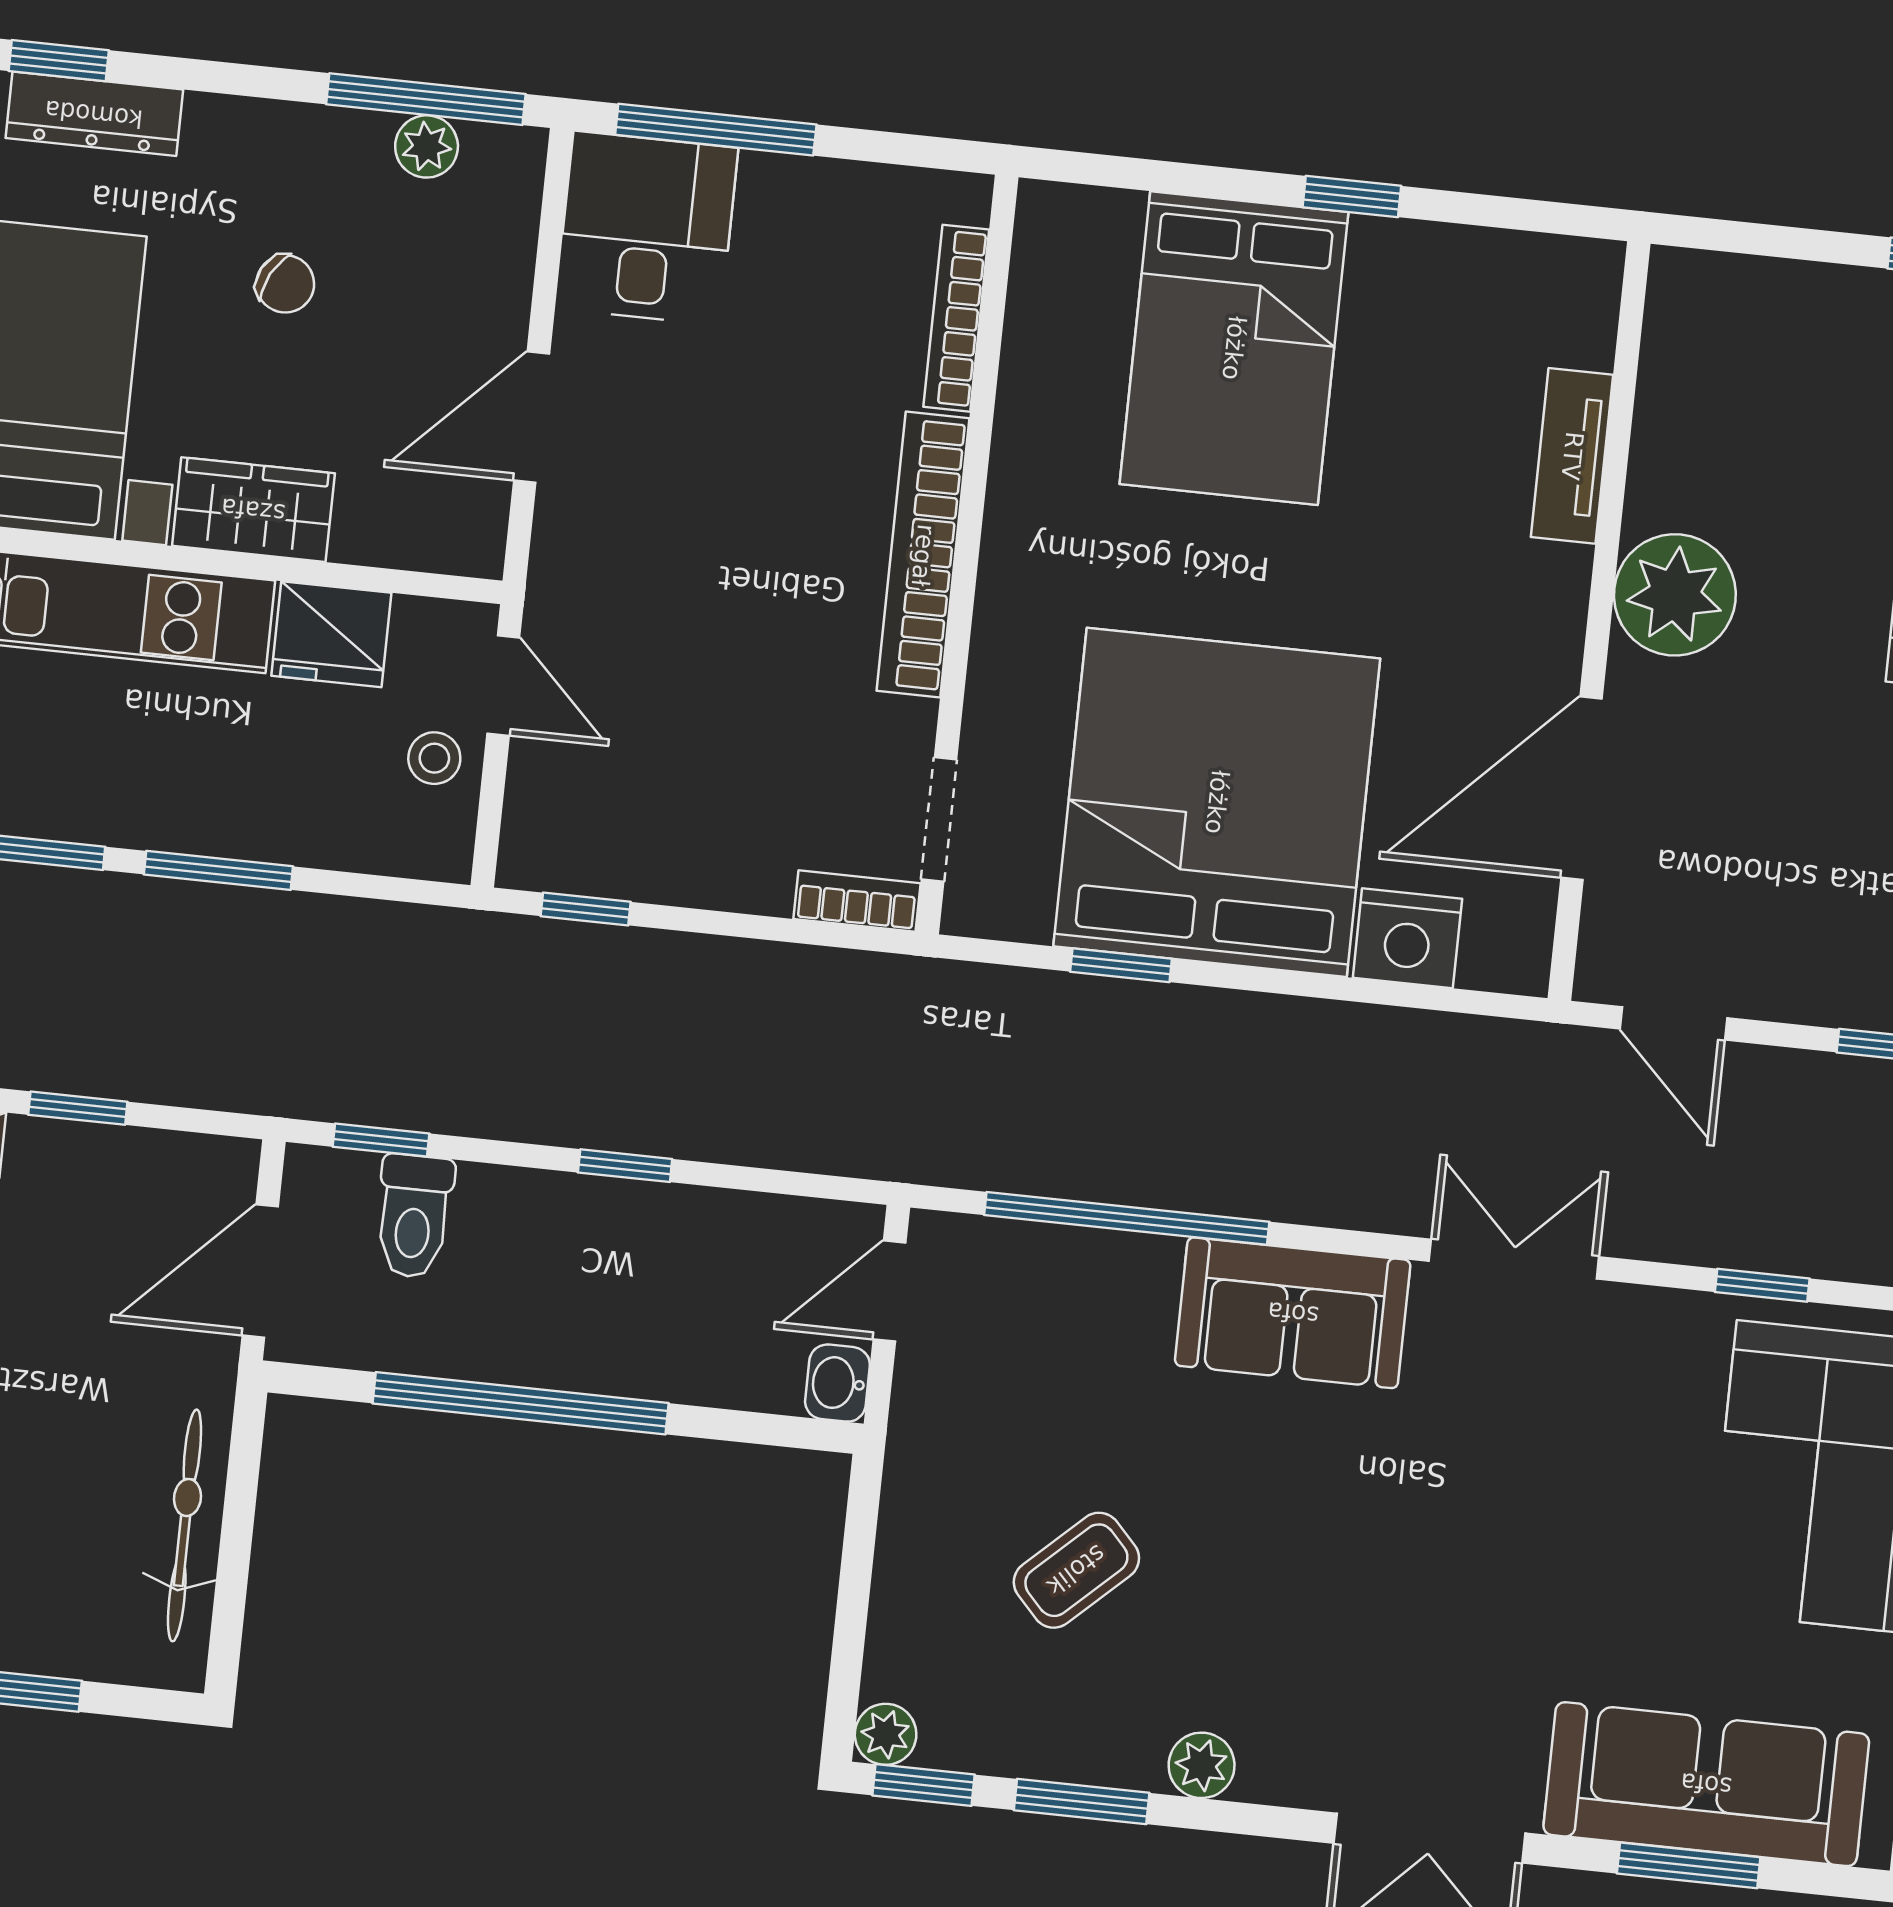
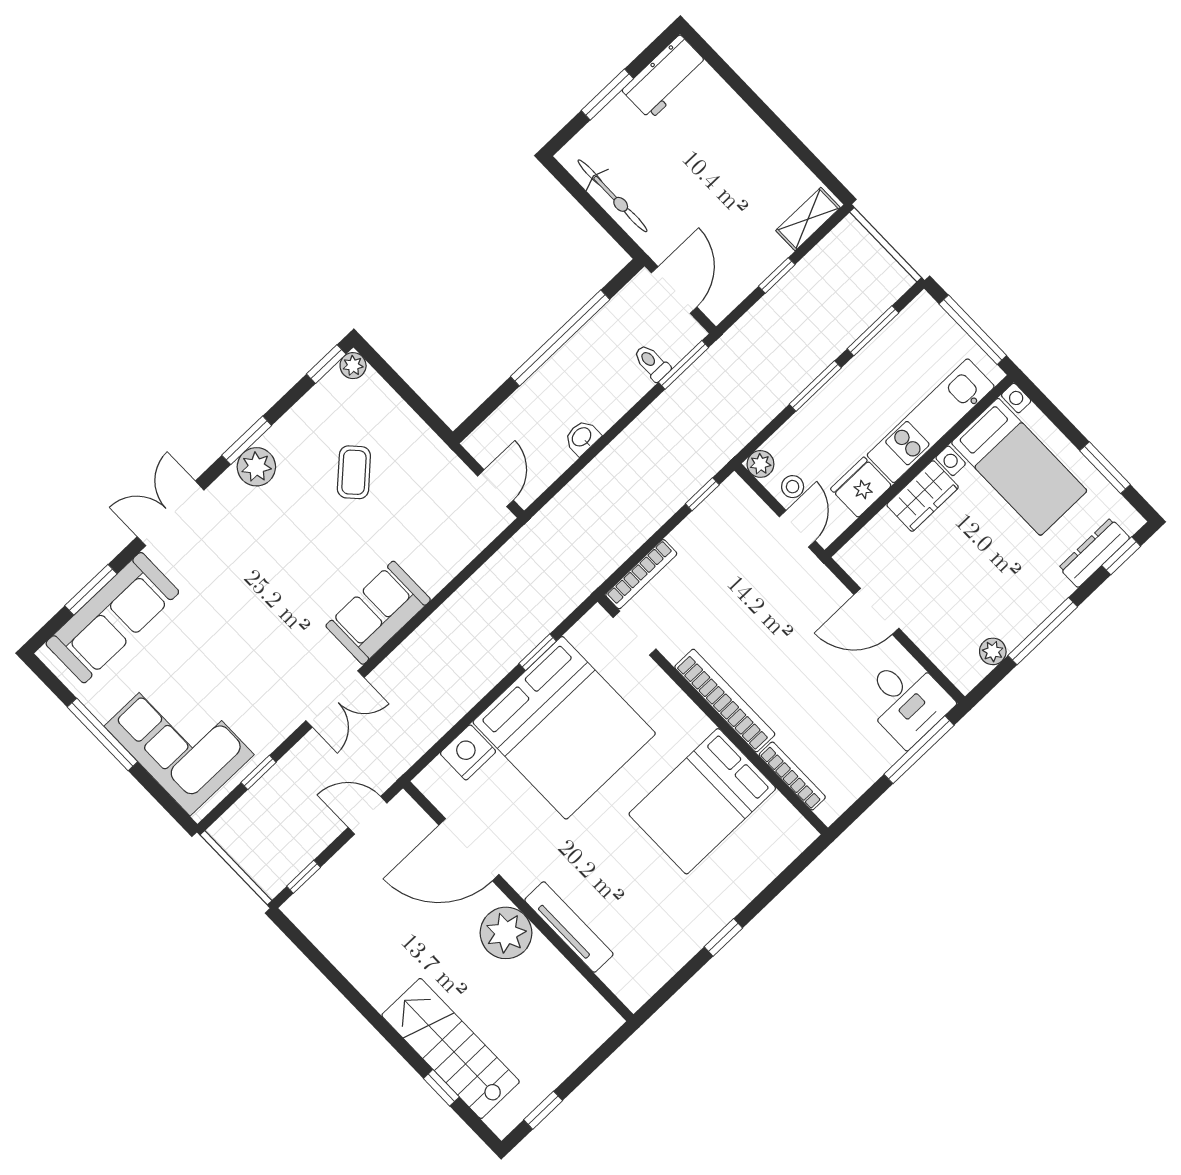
window: (426, 99) -> (1043, 631), moved
chair: (285, 284) -> (987, 568), removed
bed: (1234, 348) -> (702, 801), moved, turned -90
door: (532, 417) -> (876, 611), swing flipped
tv unit: (1572, 456) -> (569, 927), width x1.41
door: (503, 685) -> (797, 529), swing flipped
door: (1582, 788) -> (469, 850), swing flipped
plant: (442, 850) -> (760, 464), added
bookcase: (857, 901) -> (641, 574), width x1.56
window: (381, 1140) -> (684, 365), width x1.50
window: (625, 1166) -> (608, 437), removed
toilet: (414, 1216) -> (652, 363), width x0.73, depth x0.72
window: (1127, 1218) -> (454, 585), removed
washbasin: (837, 1383) -> (582, 437), moved, turned -90
plant: (1202, 1765) -> (256, 467), width x1.38, depth x1.38
window: (1082, 1802) -> (247, 440), moved

